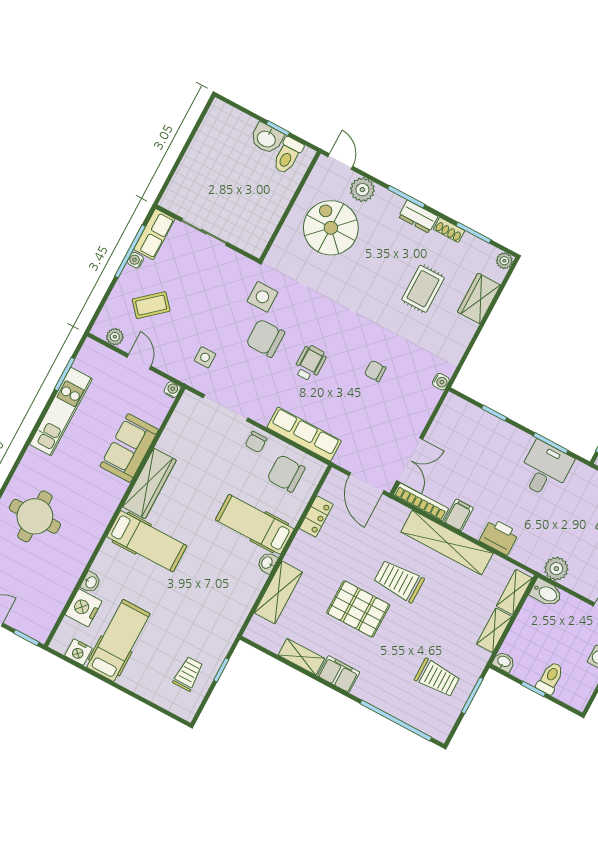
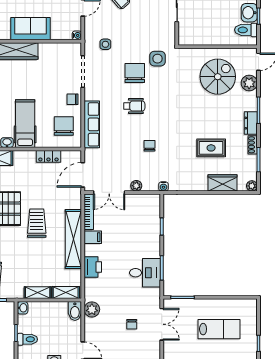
plant: (420, 418) -> (136, 186), added

